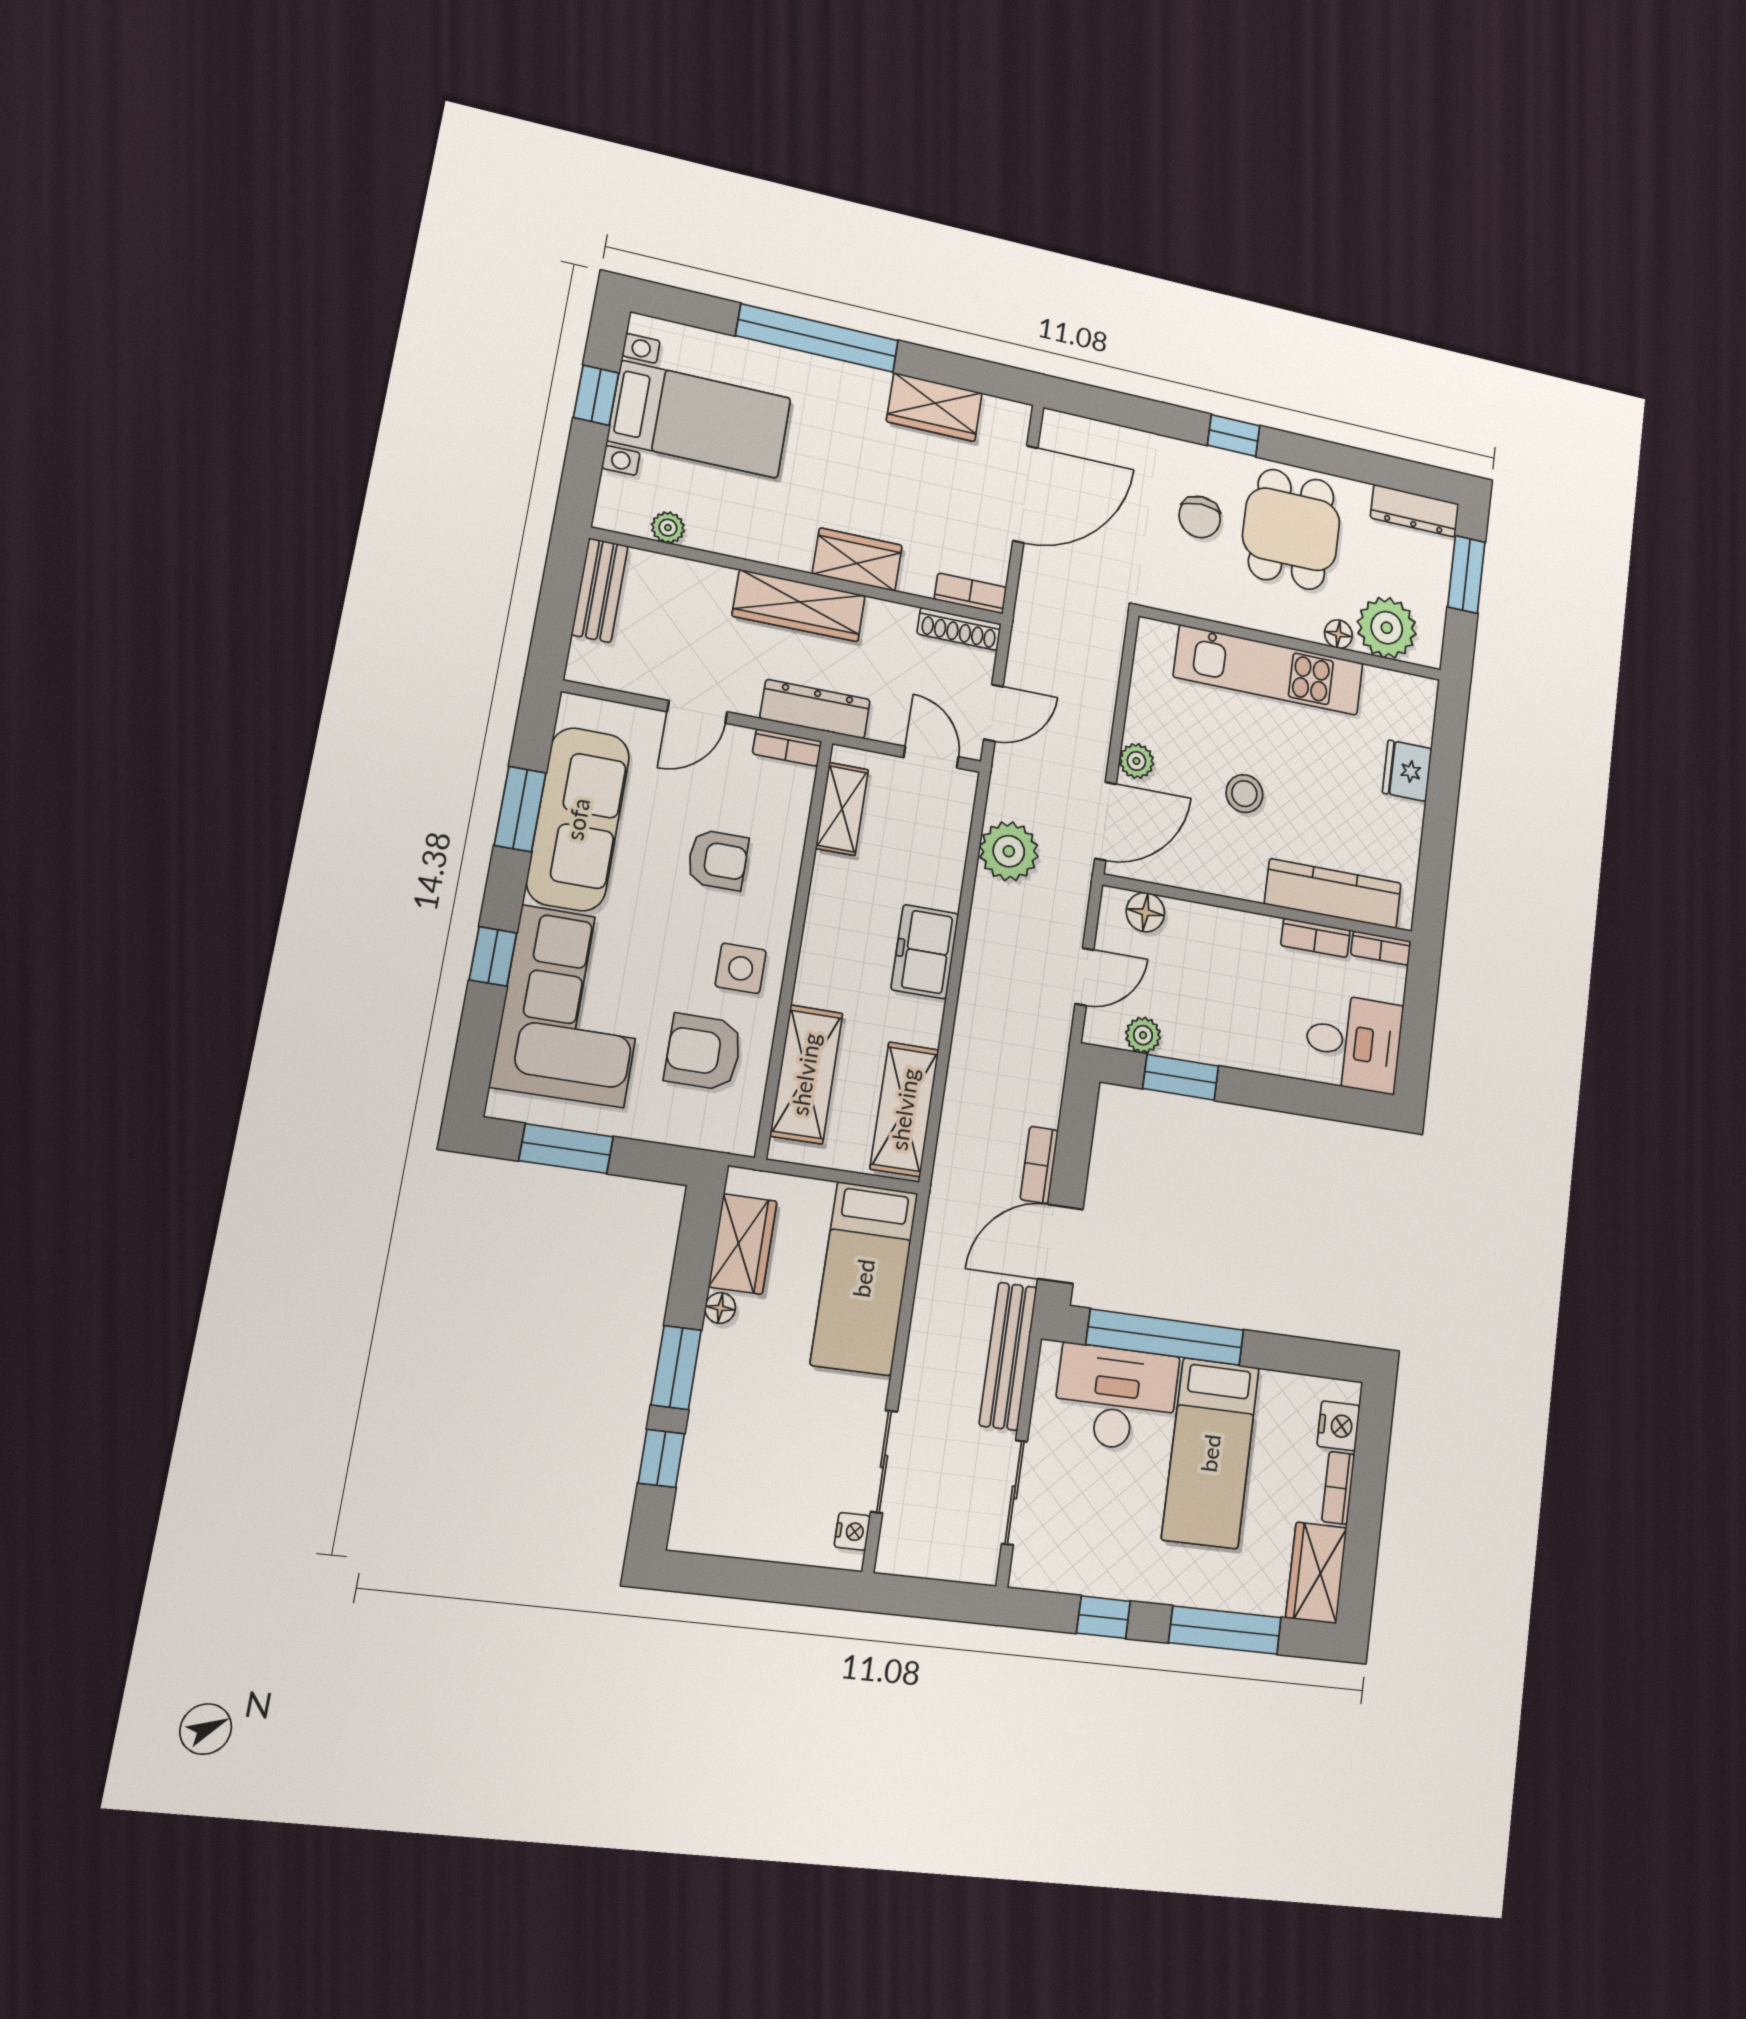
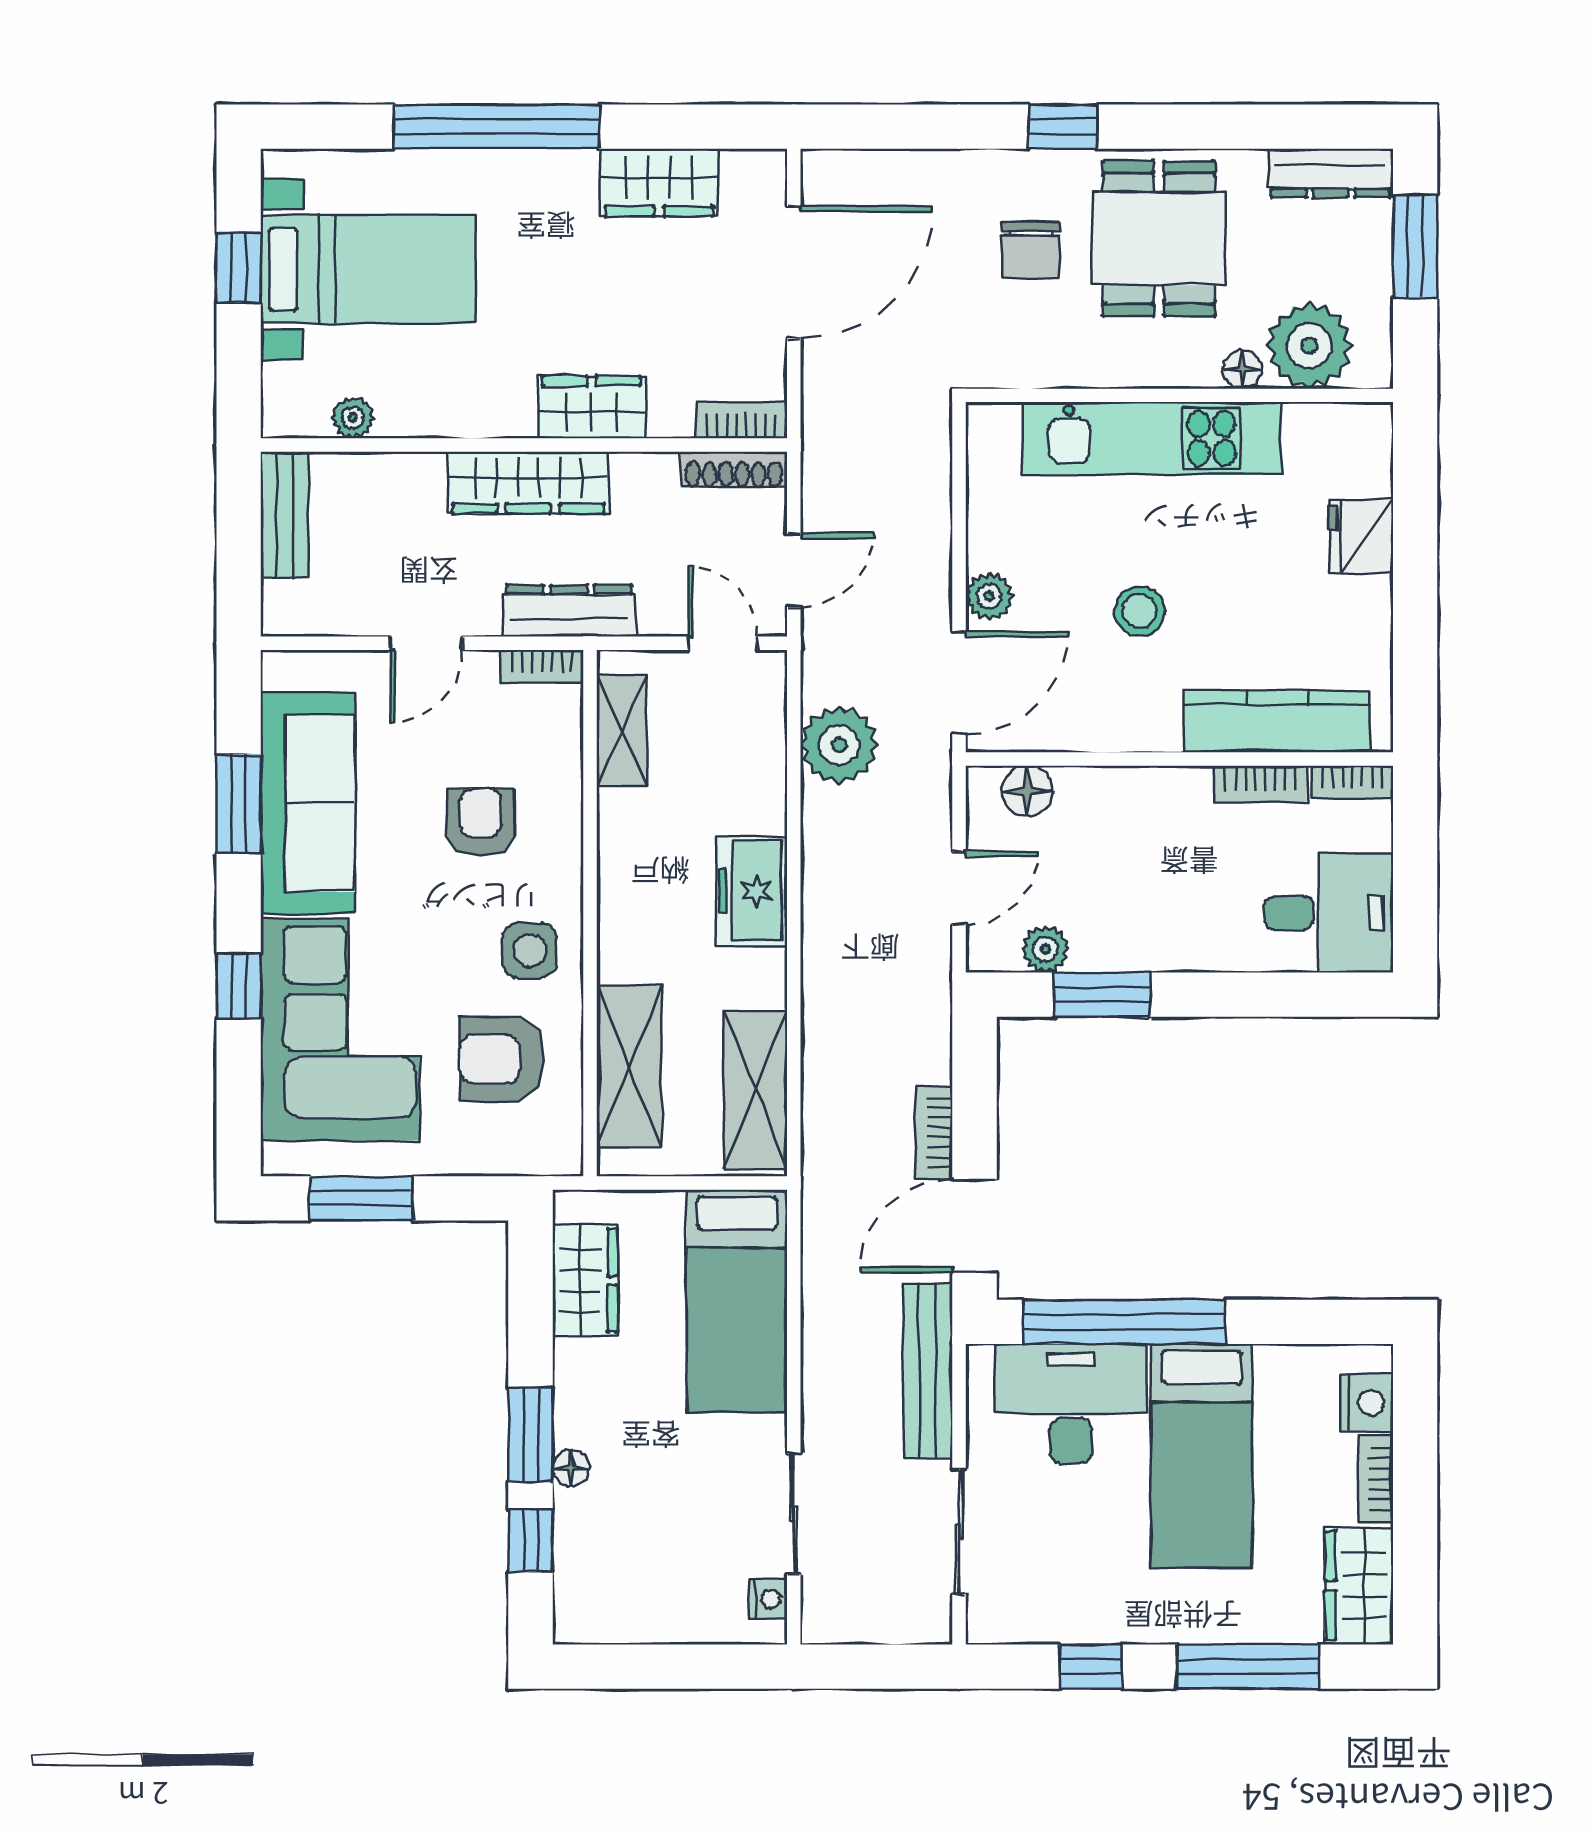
armchair: (718, 860) -> (481, 822), turned -90
floor lamp: (720, 1308) -> (571, 1468), moved

